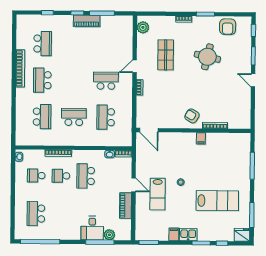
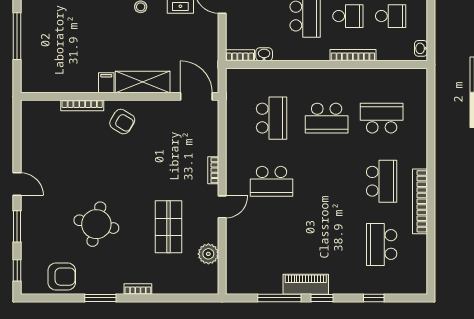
plant: (143, 27) -> (208, 254), moved
armchair: (228, 27) -> (62, 277), turned 90
school desk: (42, 117) -> (382, 118), turned 90
shelving: (180, 139) -> (143, 82), added

